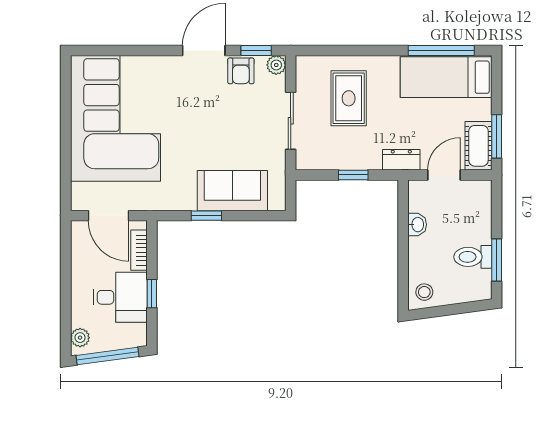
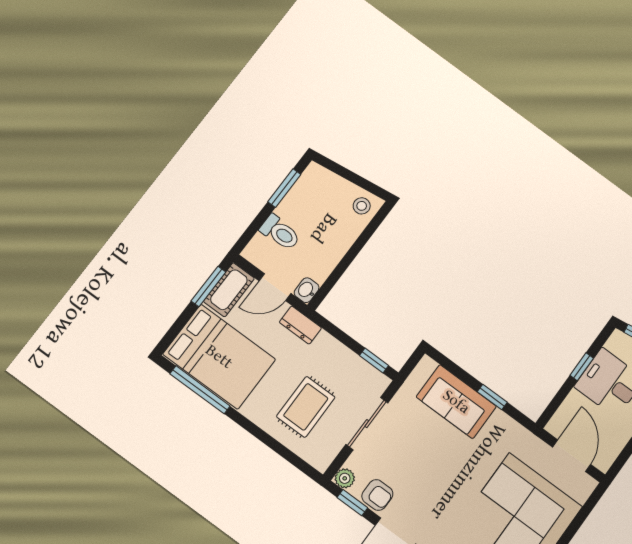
armchair: (241, 71) -> (377, 495), turned 90
bed: (446, 77) -> (219, 357), width x1.50
window: (353, 175) -> (374, 360), moved
washbasin: (417, 225) -> (307, 290), moved
bookcase: (139, 250) -> (567, 409), removed
toilet: (473, 257) -> (280, 232), moved

